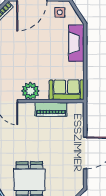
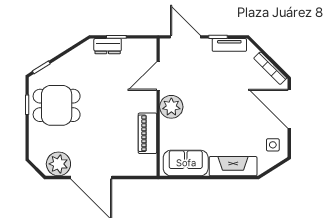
sofa: (67, 90) -> (186, 163), moved, turned -90
plant: (75, 178) -> (58, 164), added

